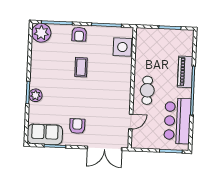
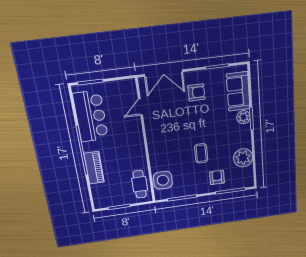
plant: (41, 33) -> (243, 158), moved
armchair: (79, 34) -> (217, 177), moved
cafe table: (147, 90) -> (140, 184), moved
armchair: (77, 126) -> (196, 92), turned -90
sofa: (45, 134) -> (238, 91), moved, turned 90
double door: (105, 148) -> (163, 73), swing flipped

